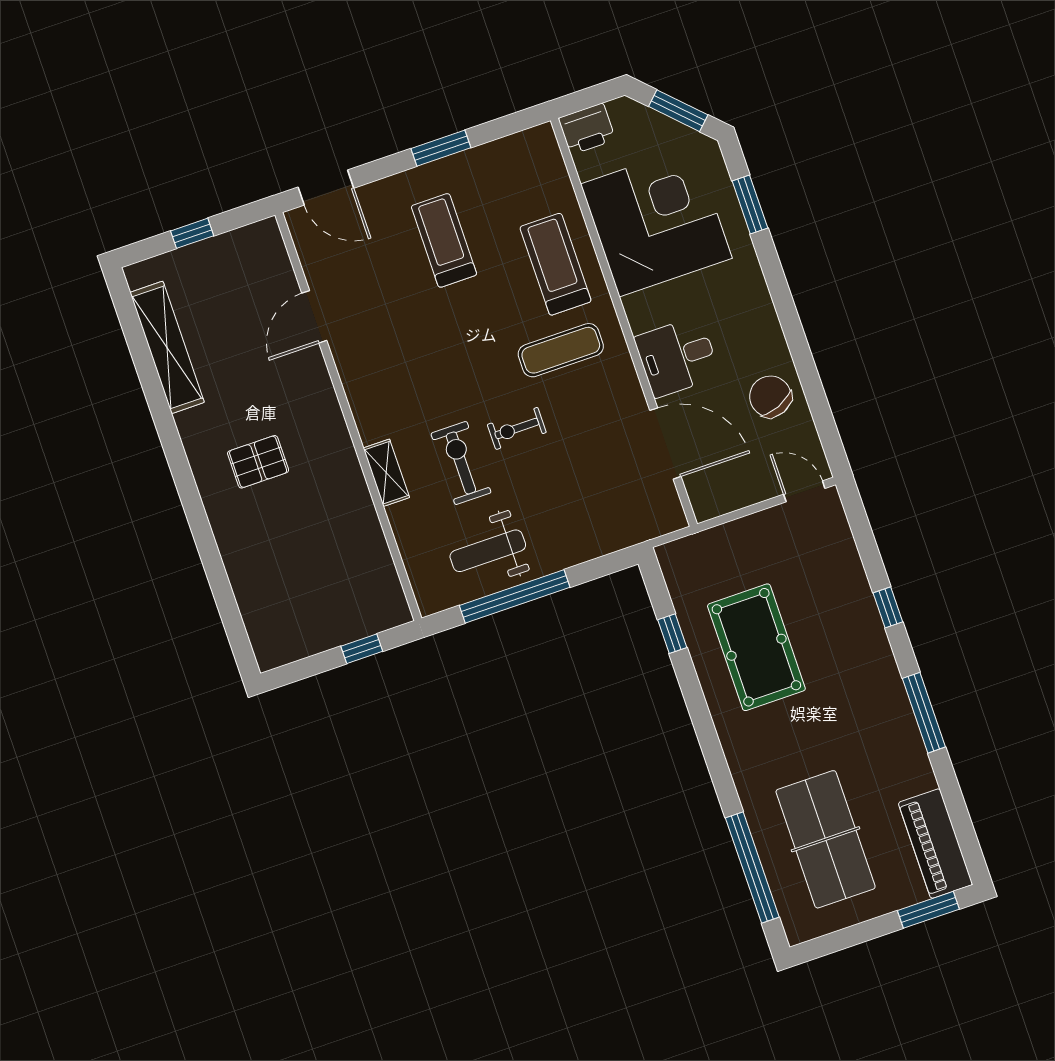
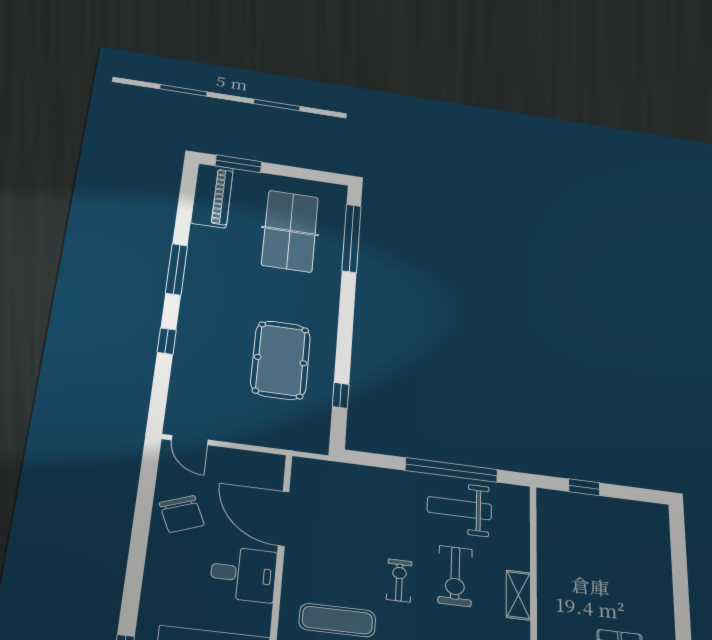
exercise bike: (517, 428) -> (399, 580), turned -90
weight bench: (488, 551) -> (459, 508), turned 180

